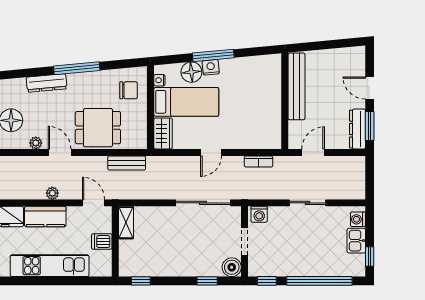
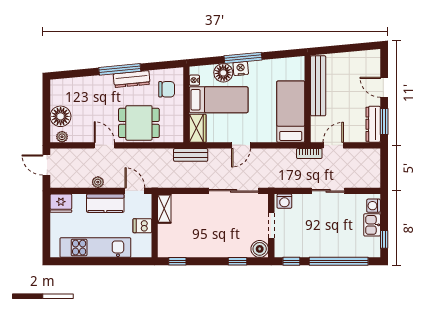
dresser: (47, 83) -> (132, 79), moved
bed: (266, 115) -> (291, 112), added
plant: (36, 143) -> (62, 137), moved
bookcase: (259, 162) -> (309, 154), moved
bench: (127, 163) -> (191, 155), moved
kitchen counter: (45, 217) -> (105, 203), moved

